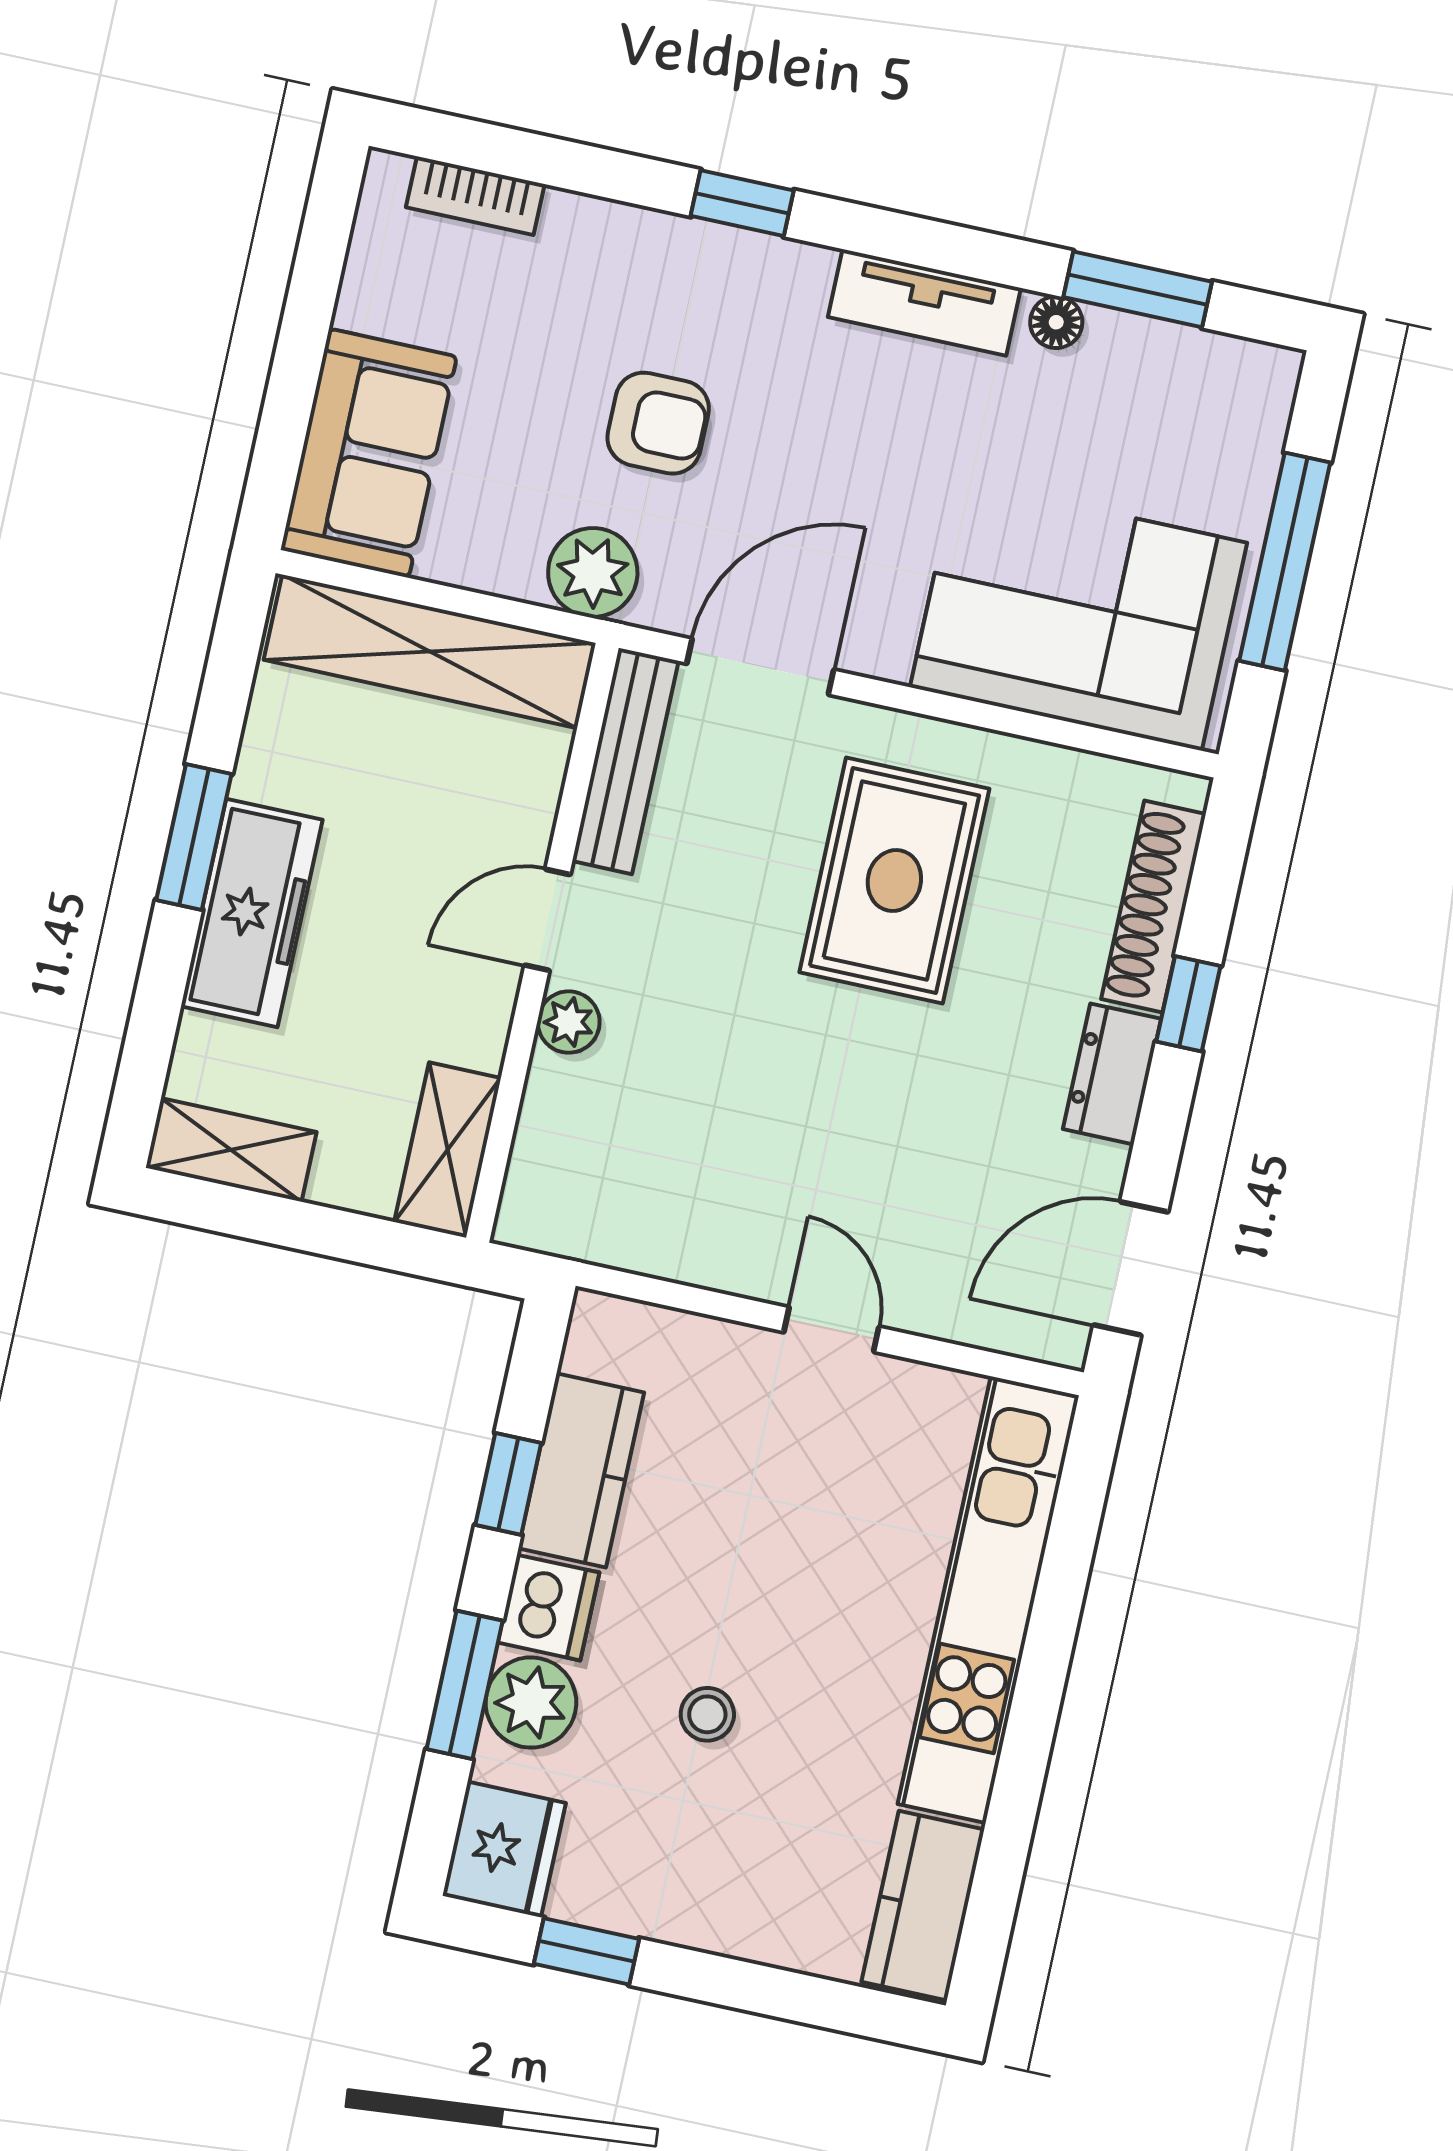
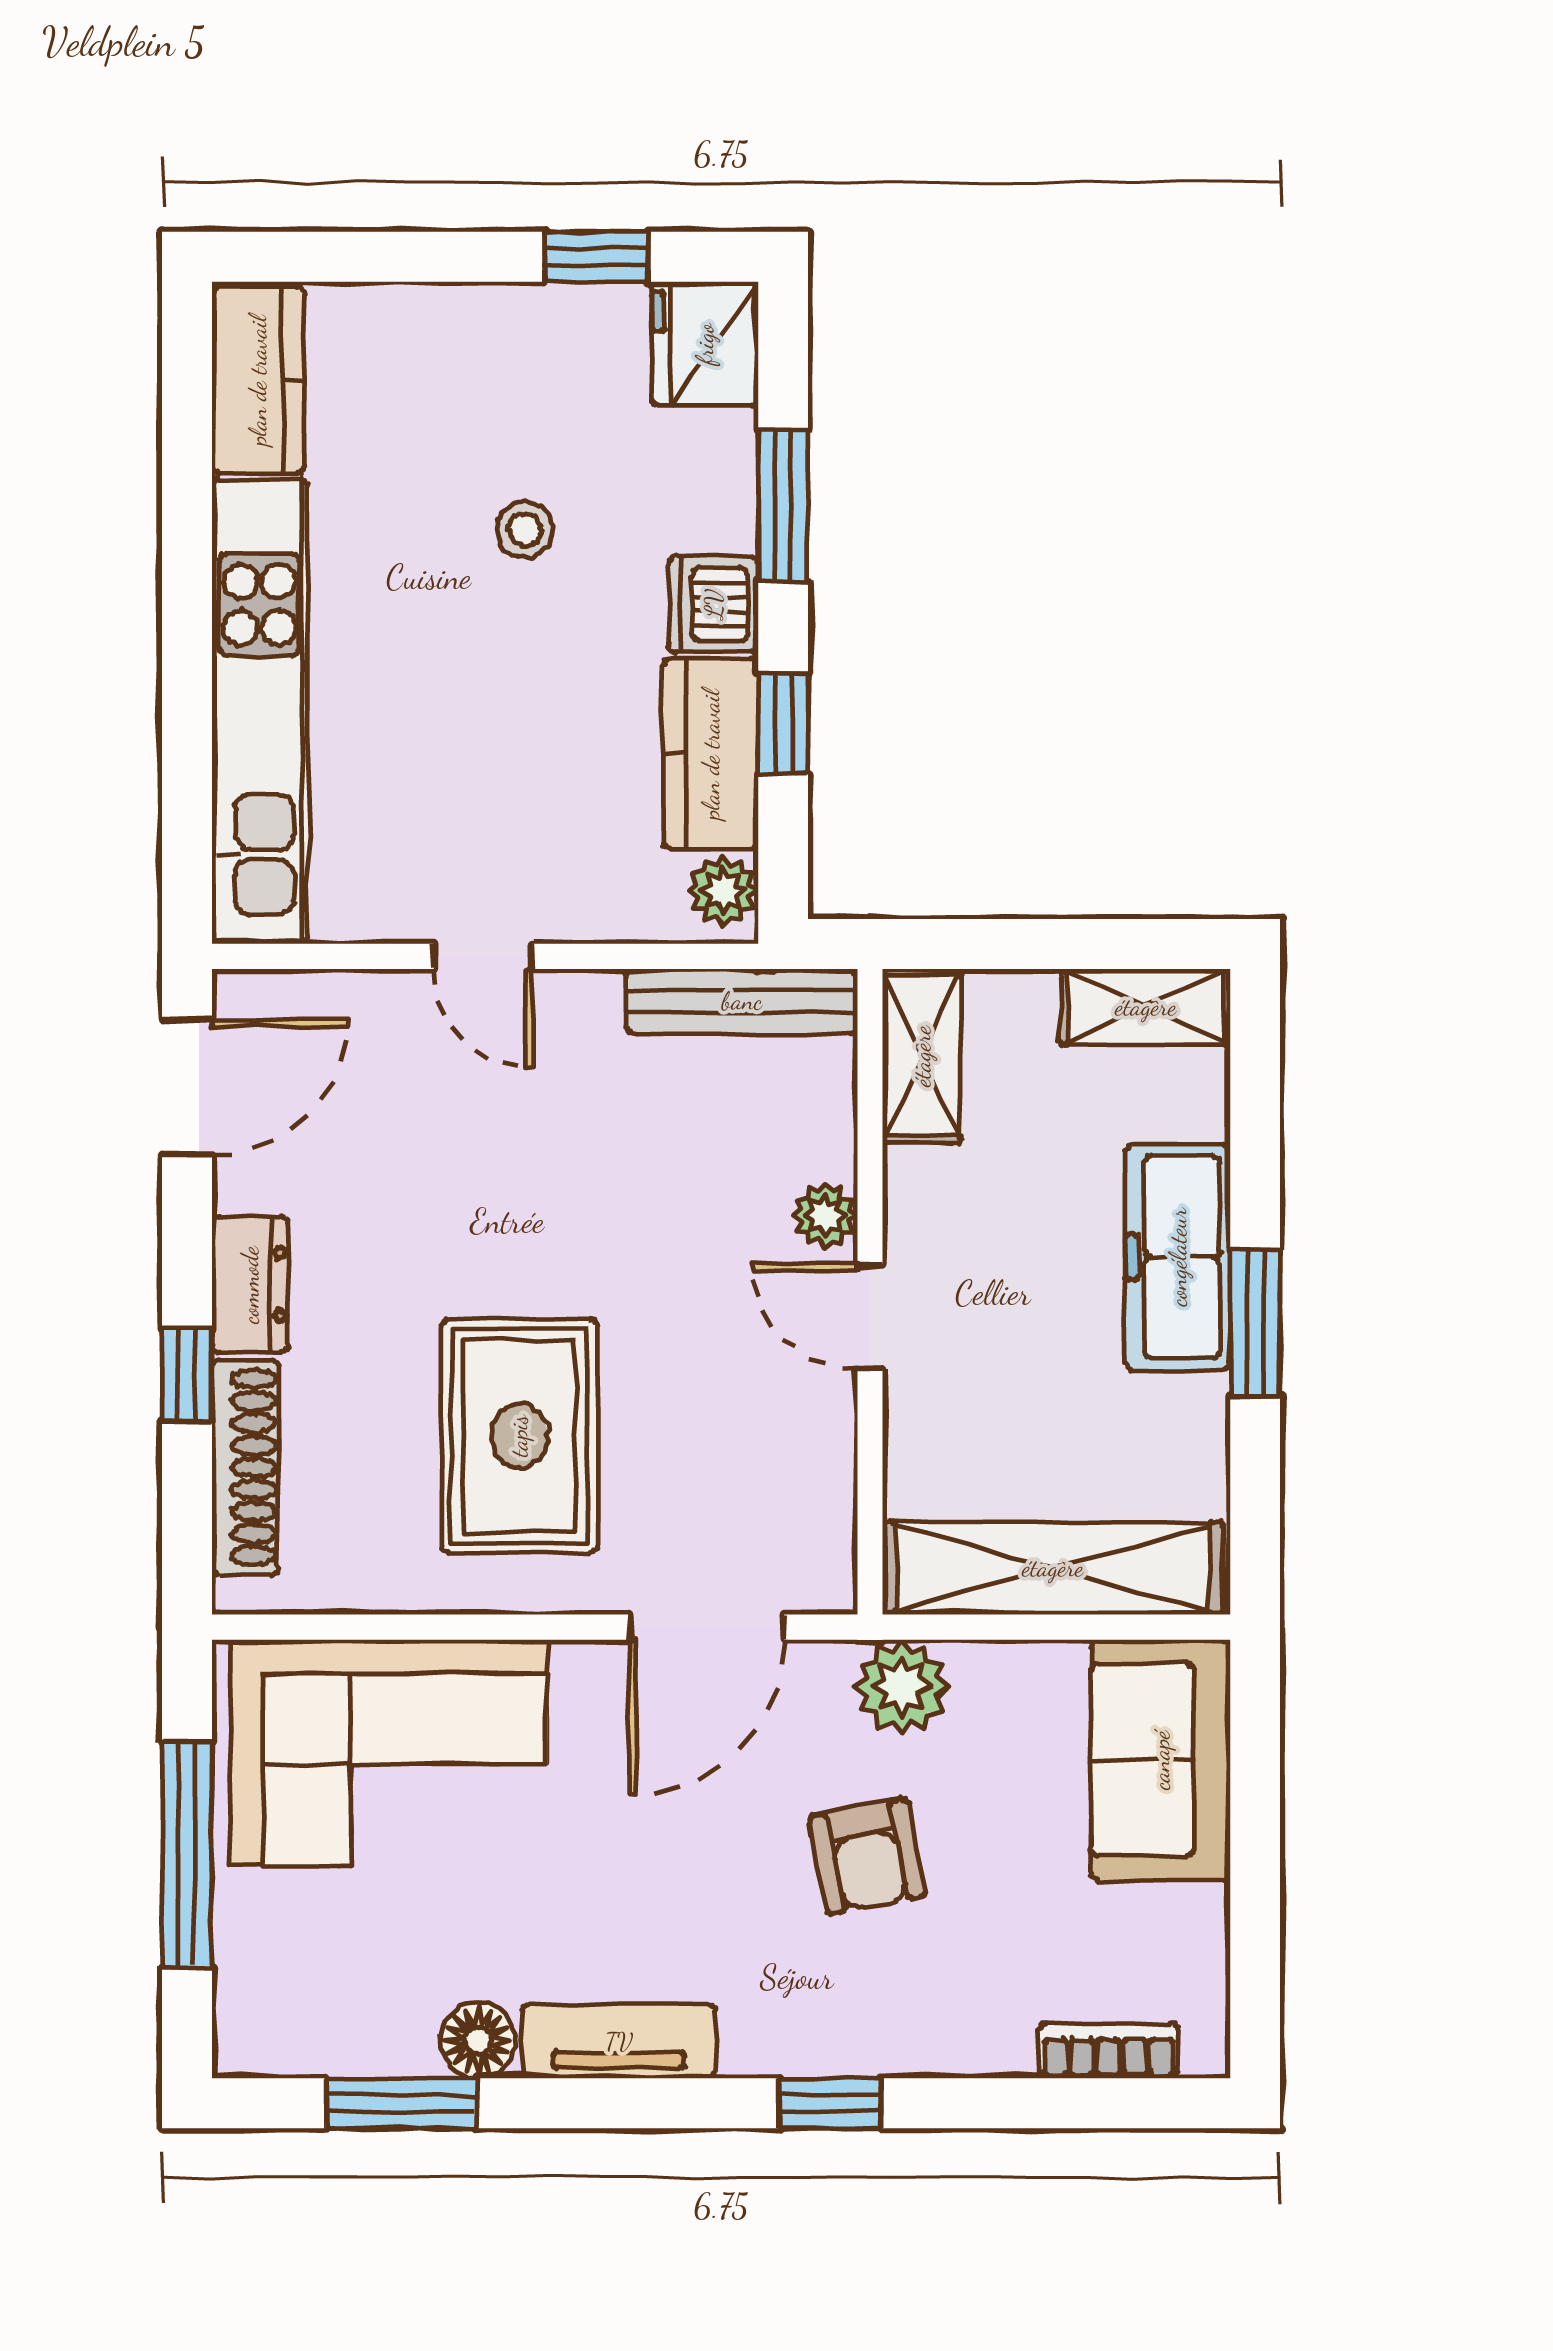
floor lamp: (1056, 322) -> (478, 2041), width x1.37, depth x1.37
armchair: (658, 423) -> (868, 1856), turned -101
bench: (625, 761) -> (742, 1001), moved, turned 90
door: (547, 920) -> (870, 1317), swing flipped
plant: (531, 1703) -> (723, 890), moved, width x0.73, depth x0.73

